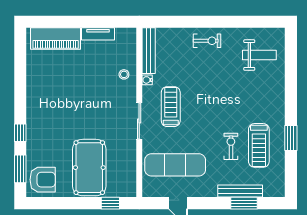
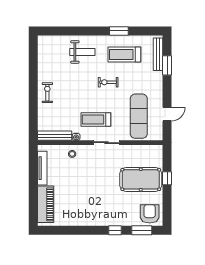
tv unit: (98, 34) -> (42, 168), width x1.41
weight bench: (259, 55) -> (82, 52), moved, turned 90
treadmill: (259, 145) -> (124, 55), turned 180
exercise bike: (231, 146) -> (108, 82), moved
bench: (240, 191) -> (158, 54), moved
window: (110, 203) -> (167, 178), moved

